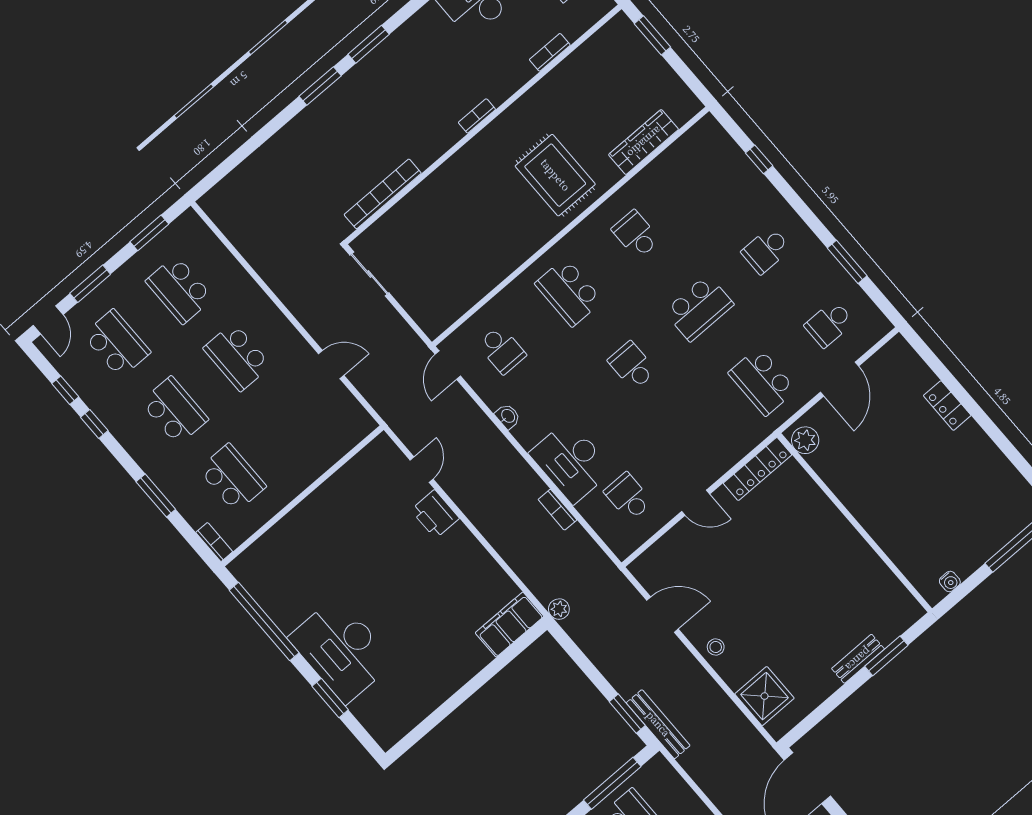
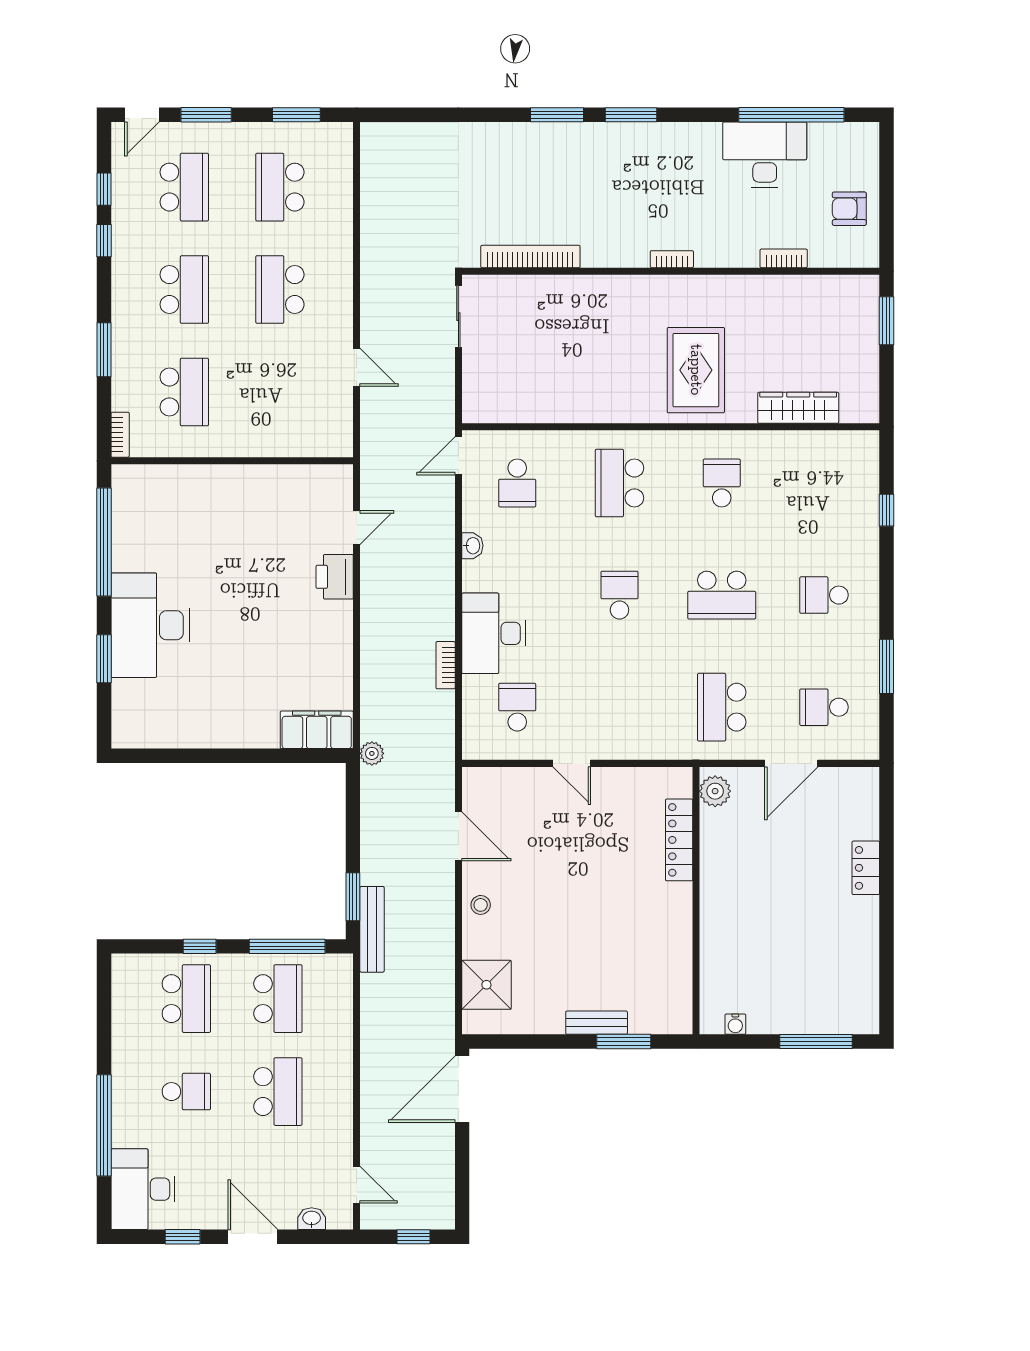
locker: (758, 469) -> (679, 840), moved, turned 90

